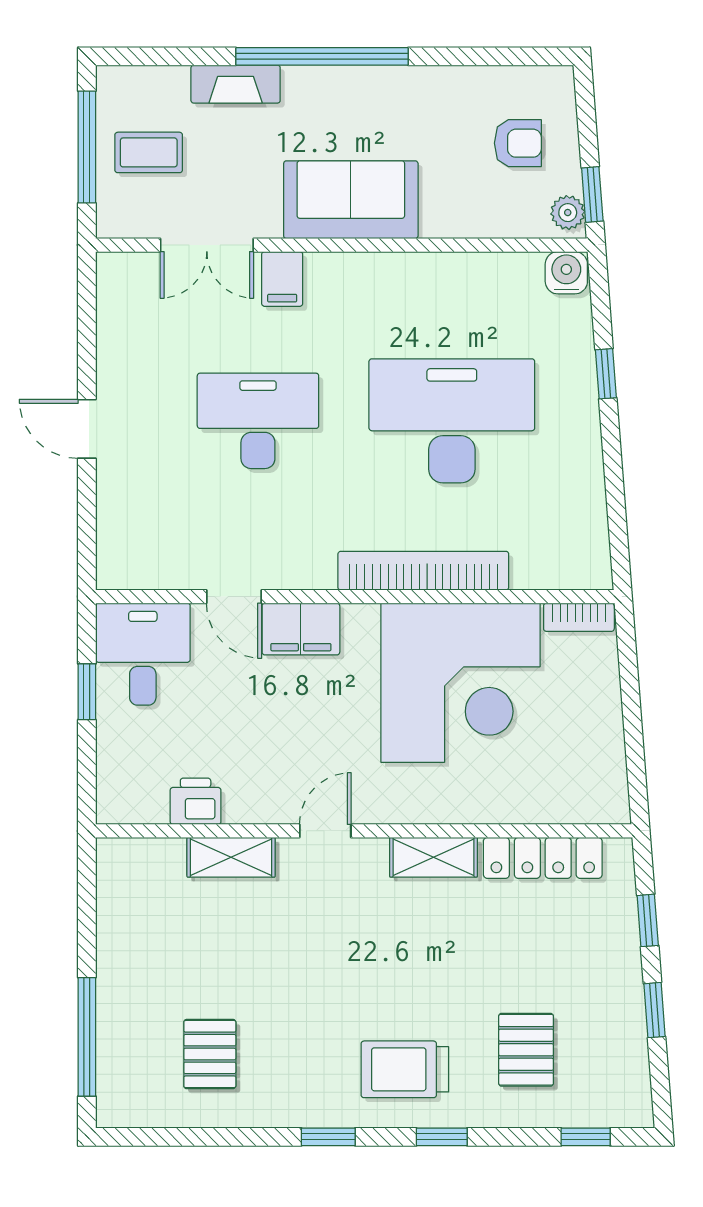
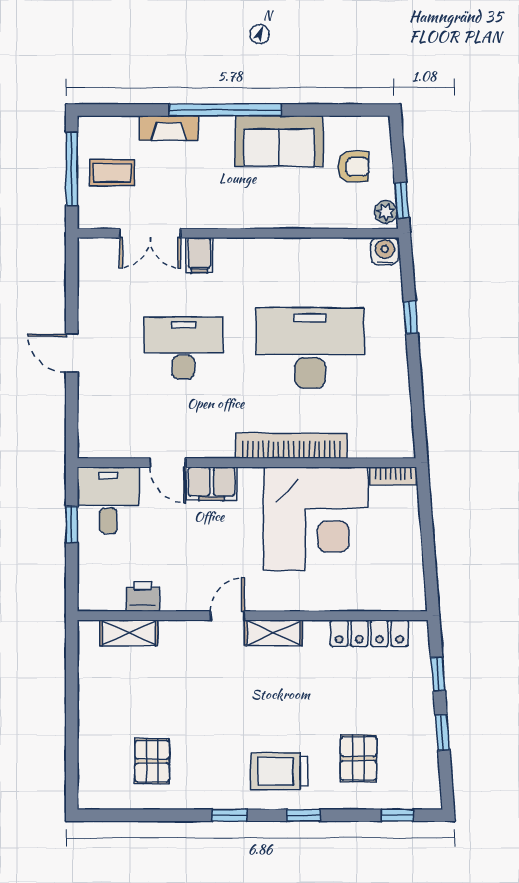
sofa: (351, 200) -> (279, 141), moved, turned 180
shelving: (231, 857) -> (129, 633), moved
shelving: (434, 857) -> (273, 633), moved
window: (87, 1037) -> (72, 750), removed

